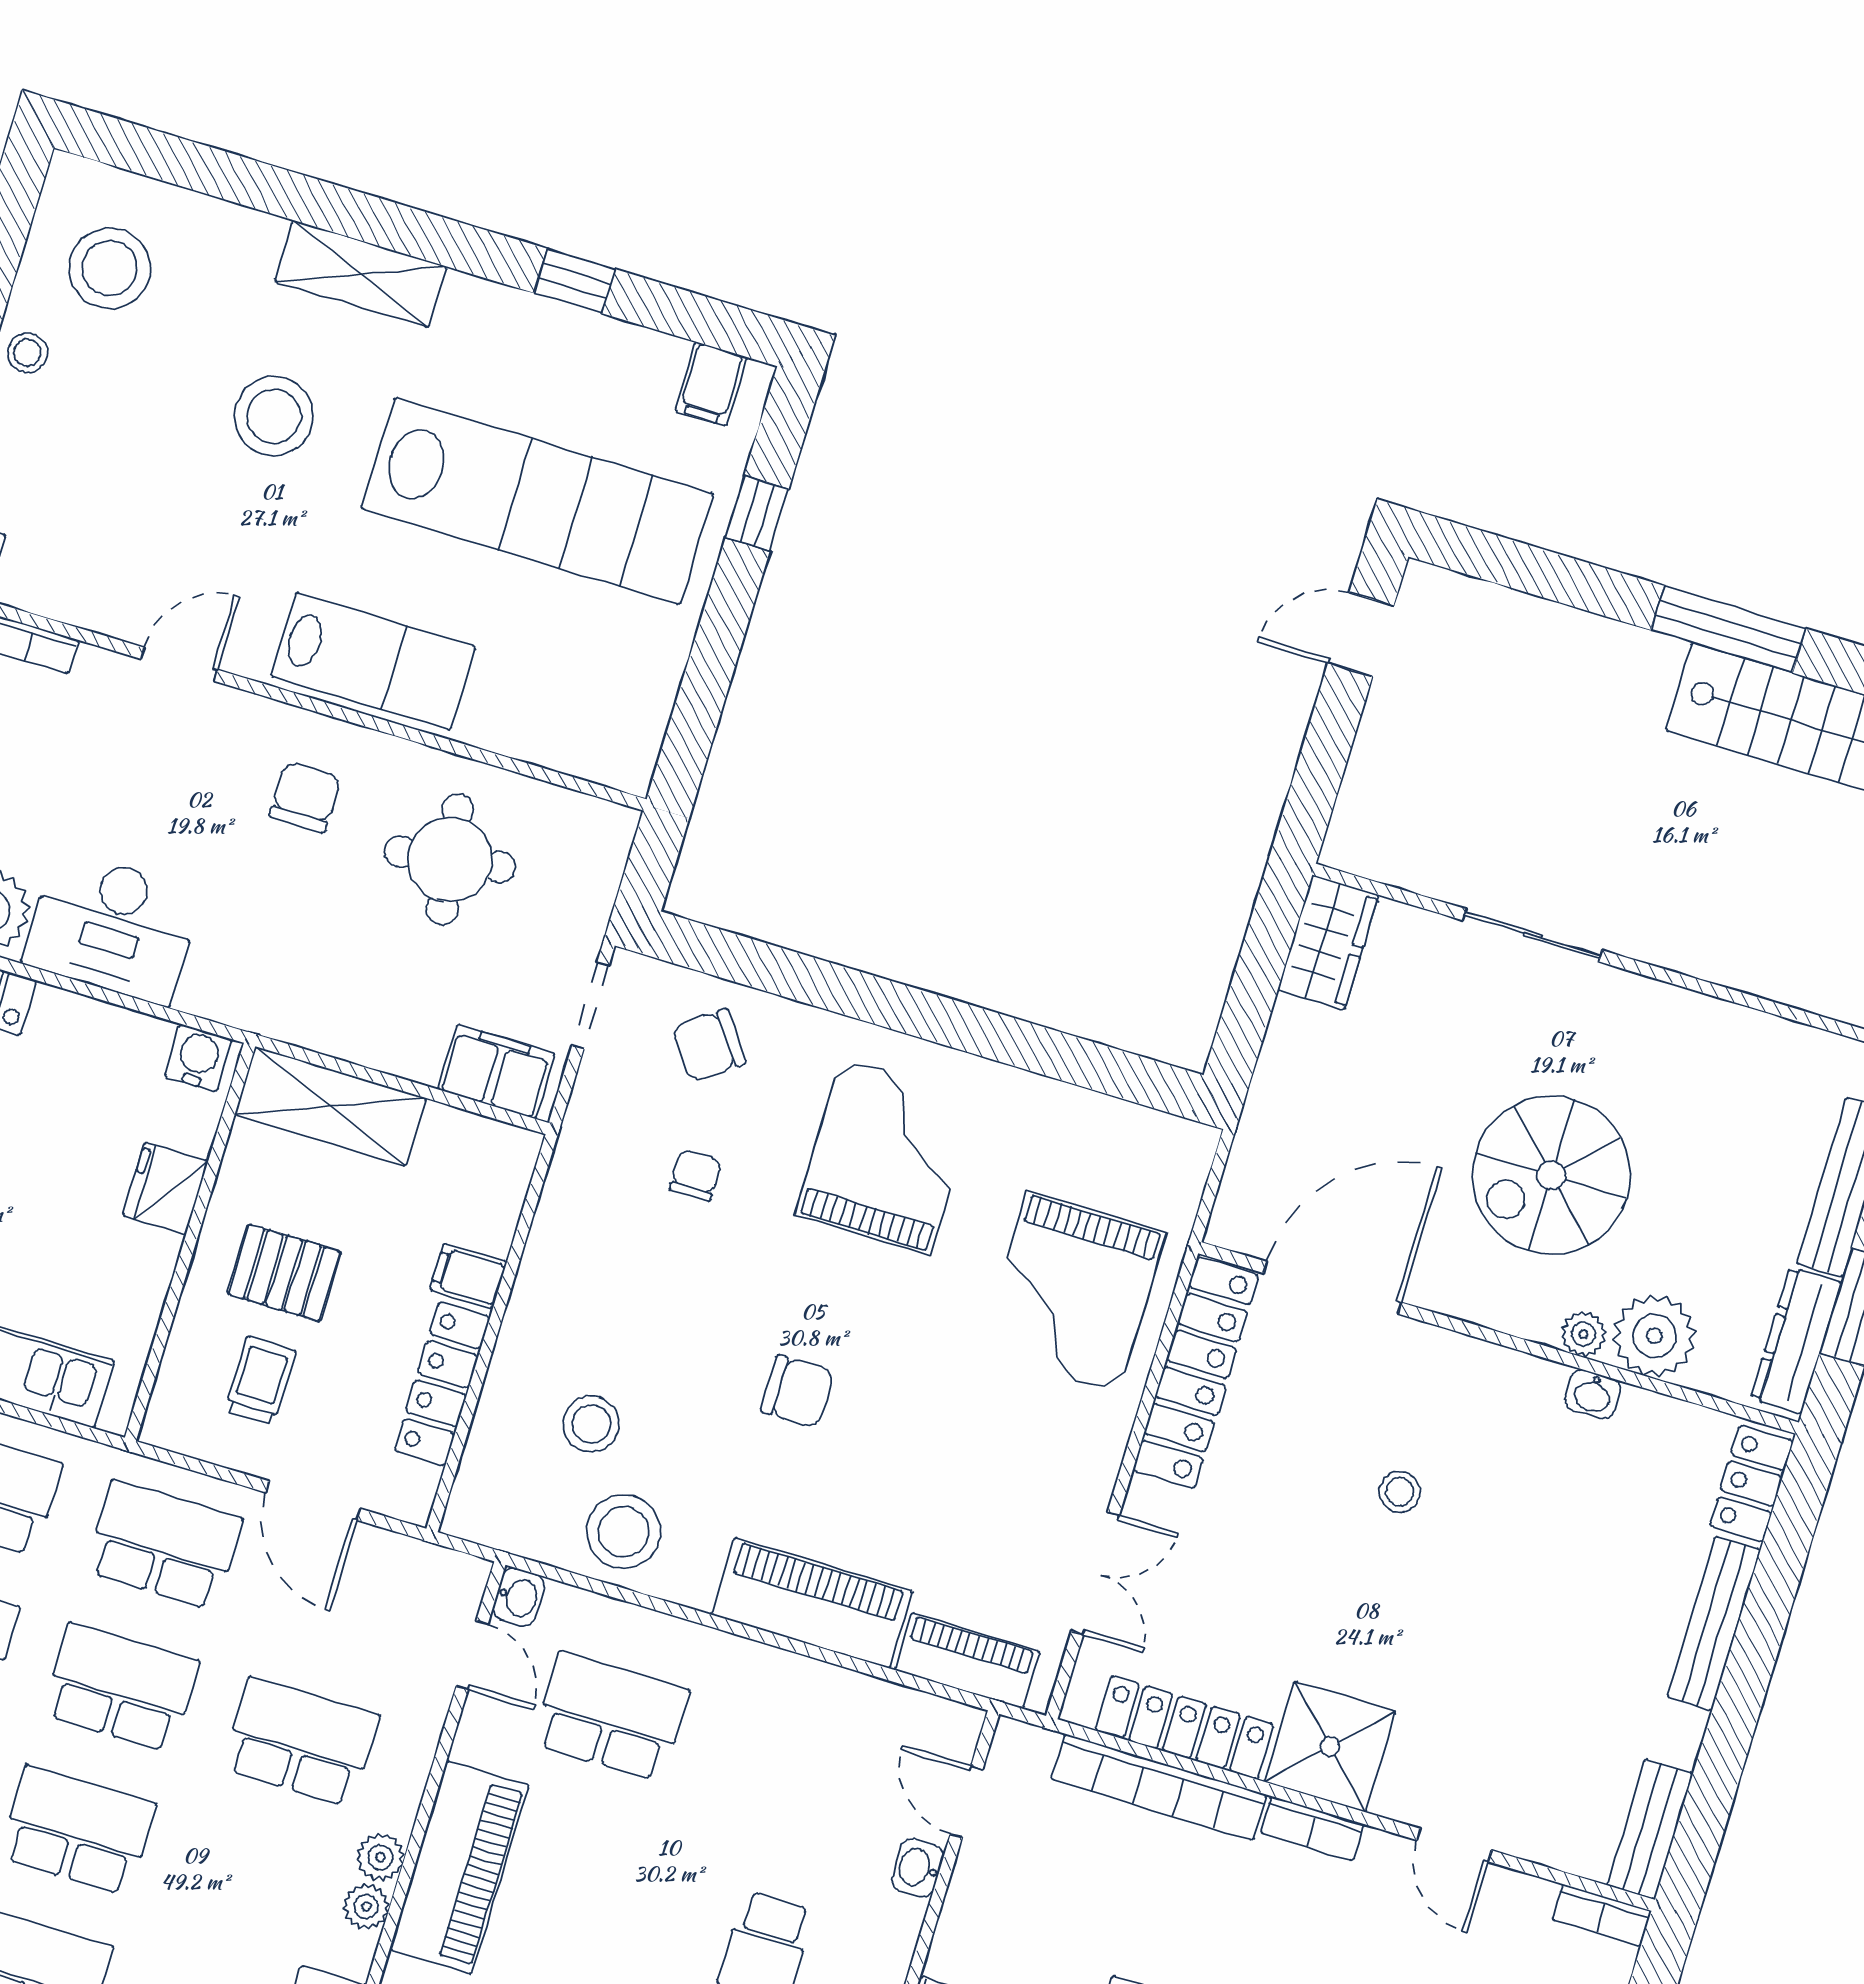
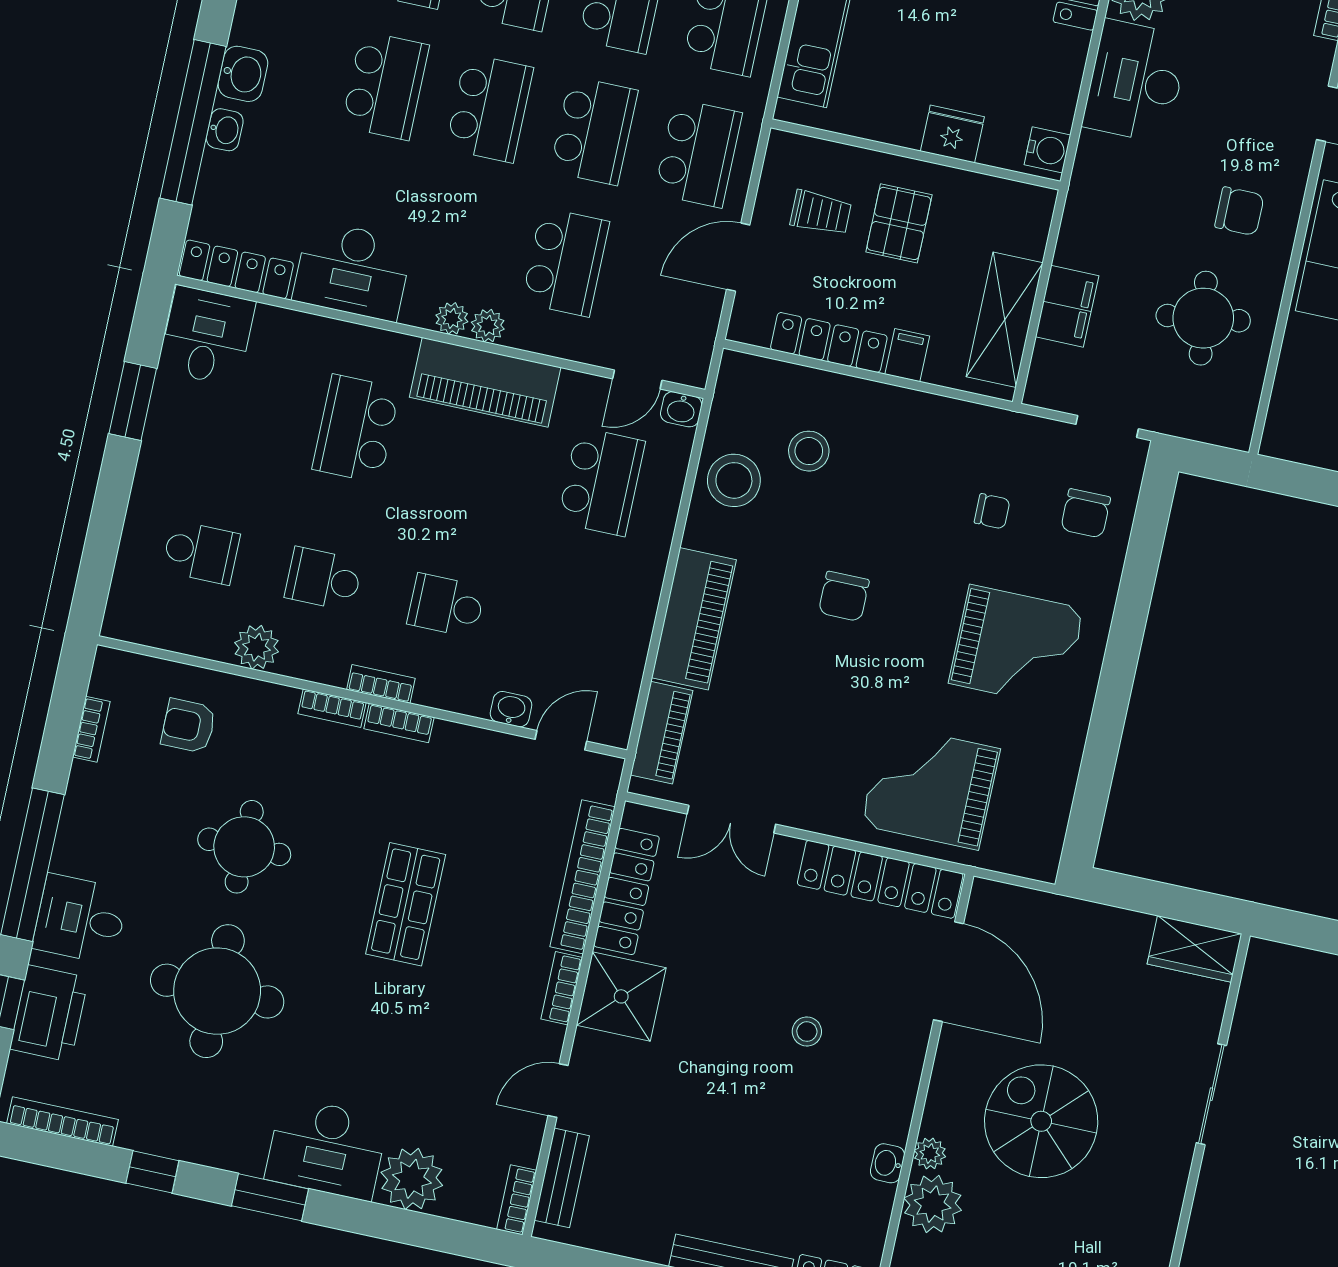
chair: (709, 1045) -> (1086, 513), turned -144
filing cabinet: (496, 1071) -> (1067, 306), moved
shelving: (330, 1106) -> (1005, 320), moved
bench: (1650, 1829) -> (562, 1178), moved, turned 90

